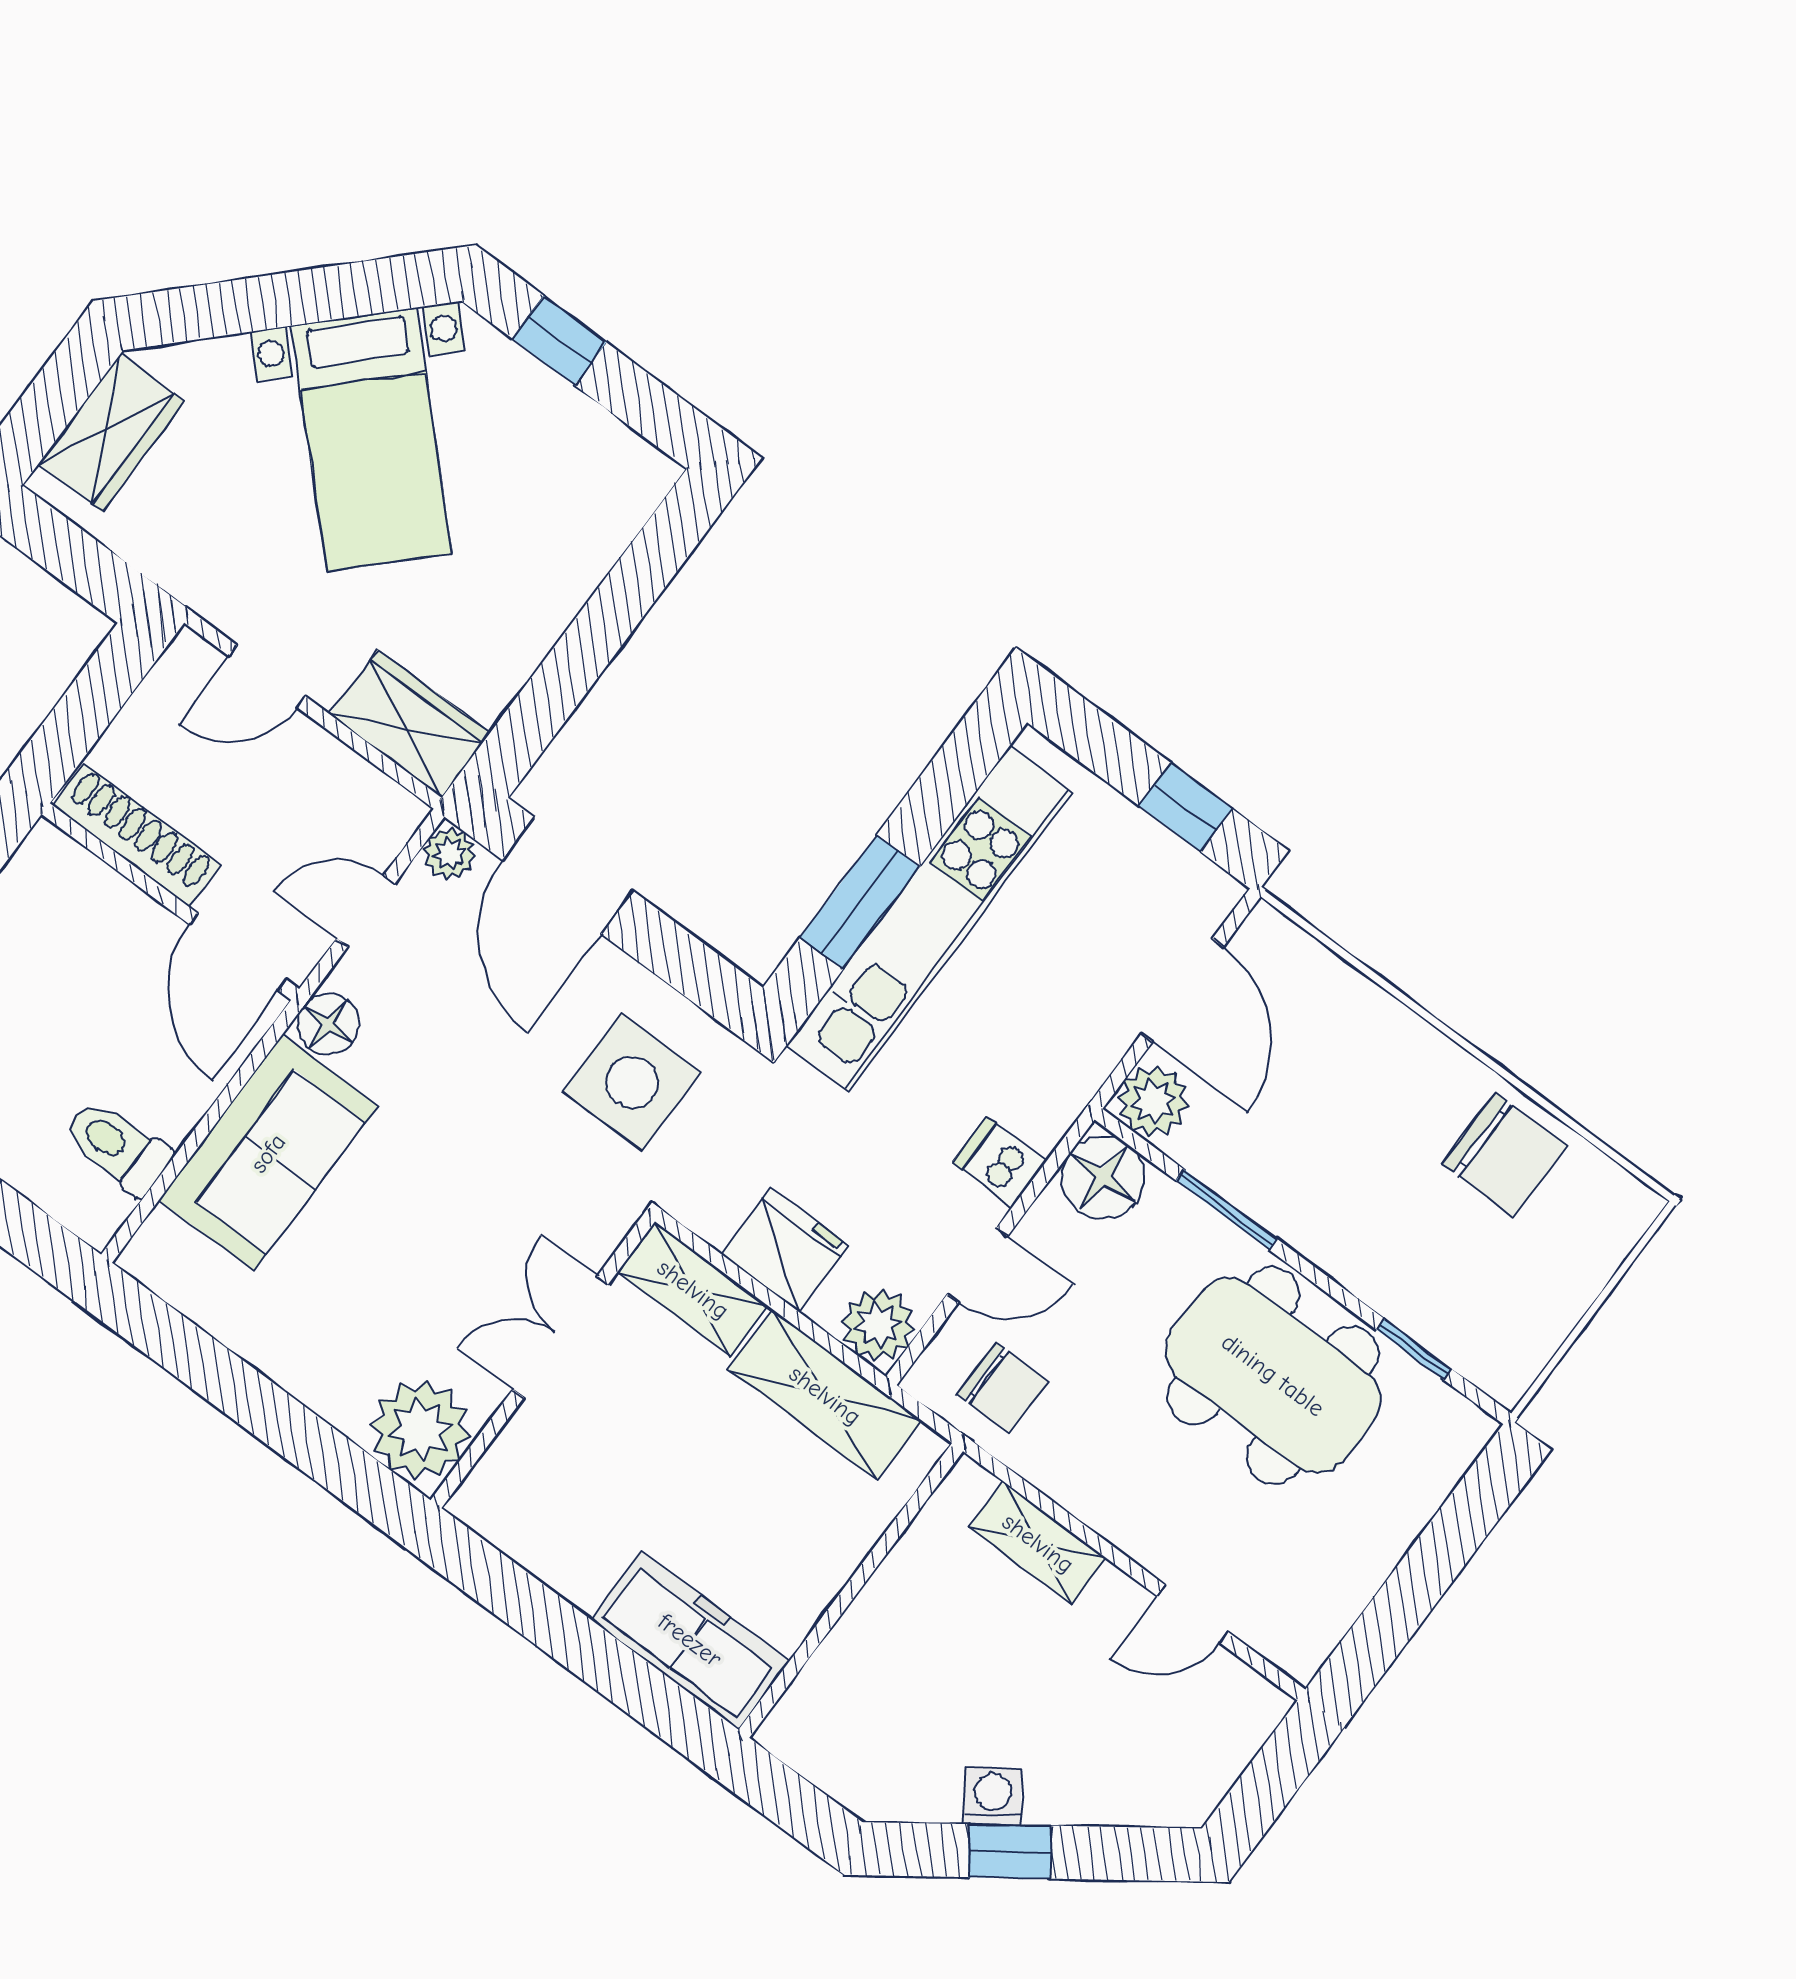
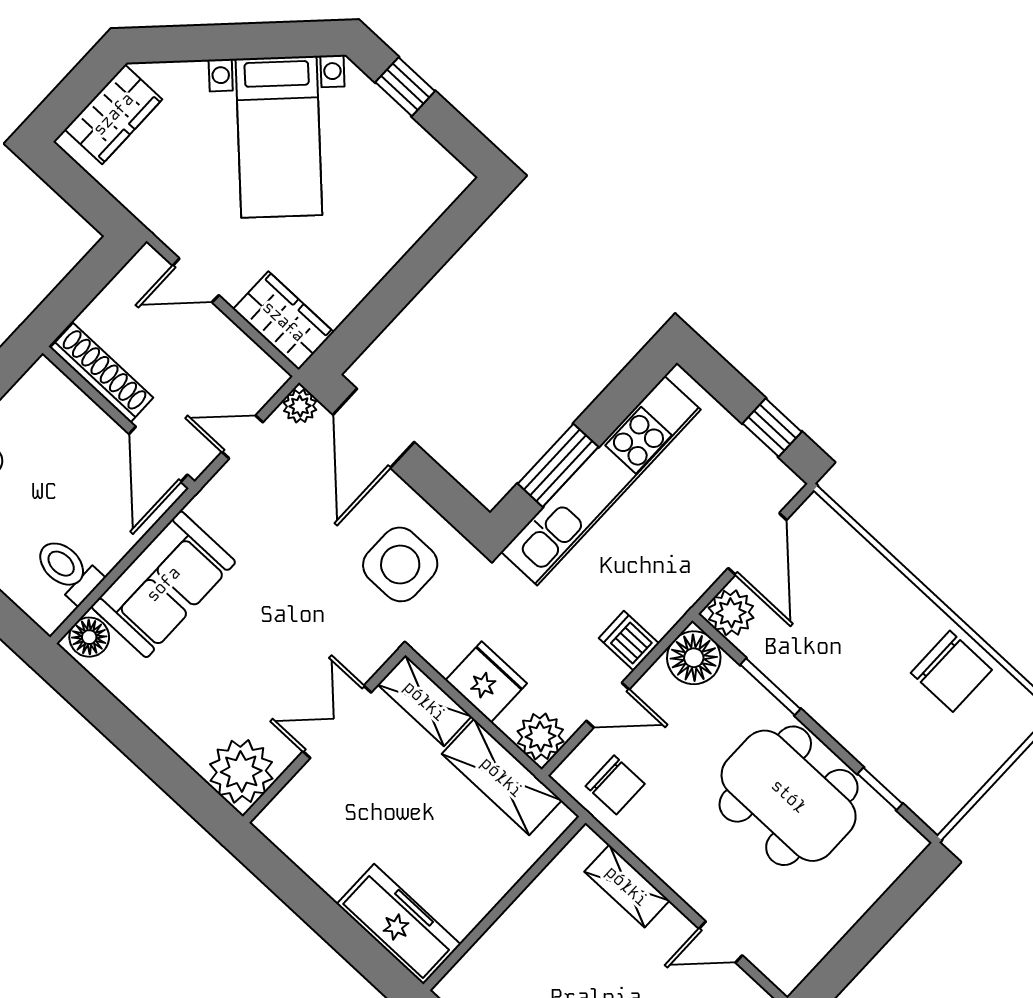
floor lamp: (328, 1024) -> (89, 637), moved

